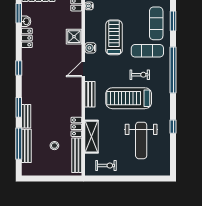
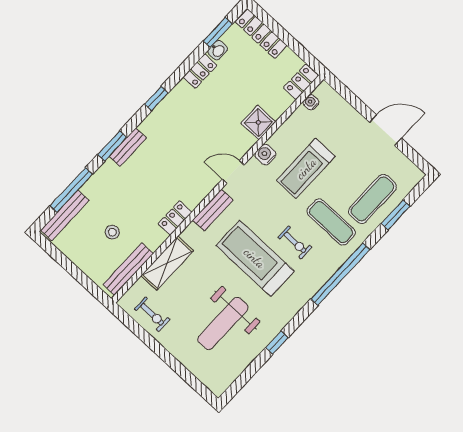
treadmill: (114, 37) -> (306, 168), turned 180
bench: (26, 116) -> (128, 147), moved
locker: (76, 127) -> (175, 218), moved
bench: (26, 146) -> (65, 215), moved

